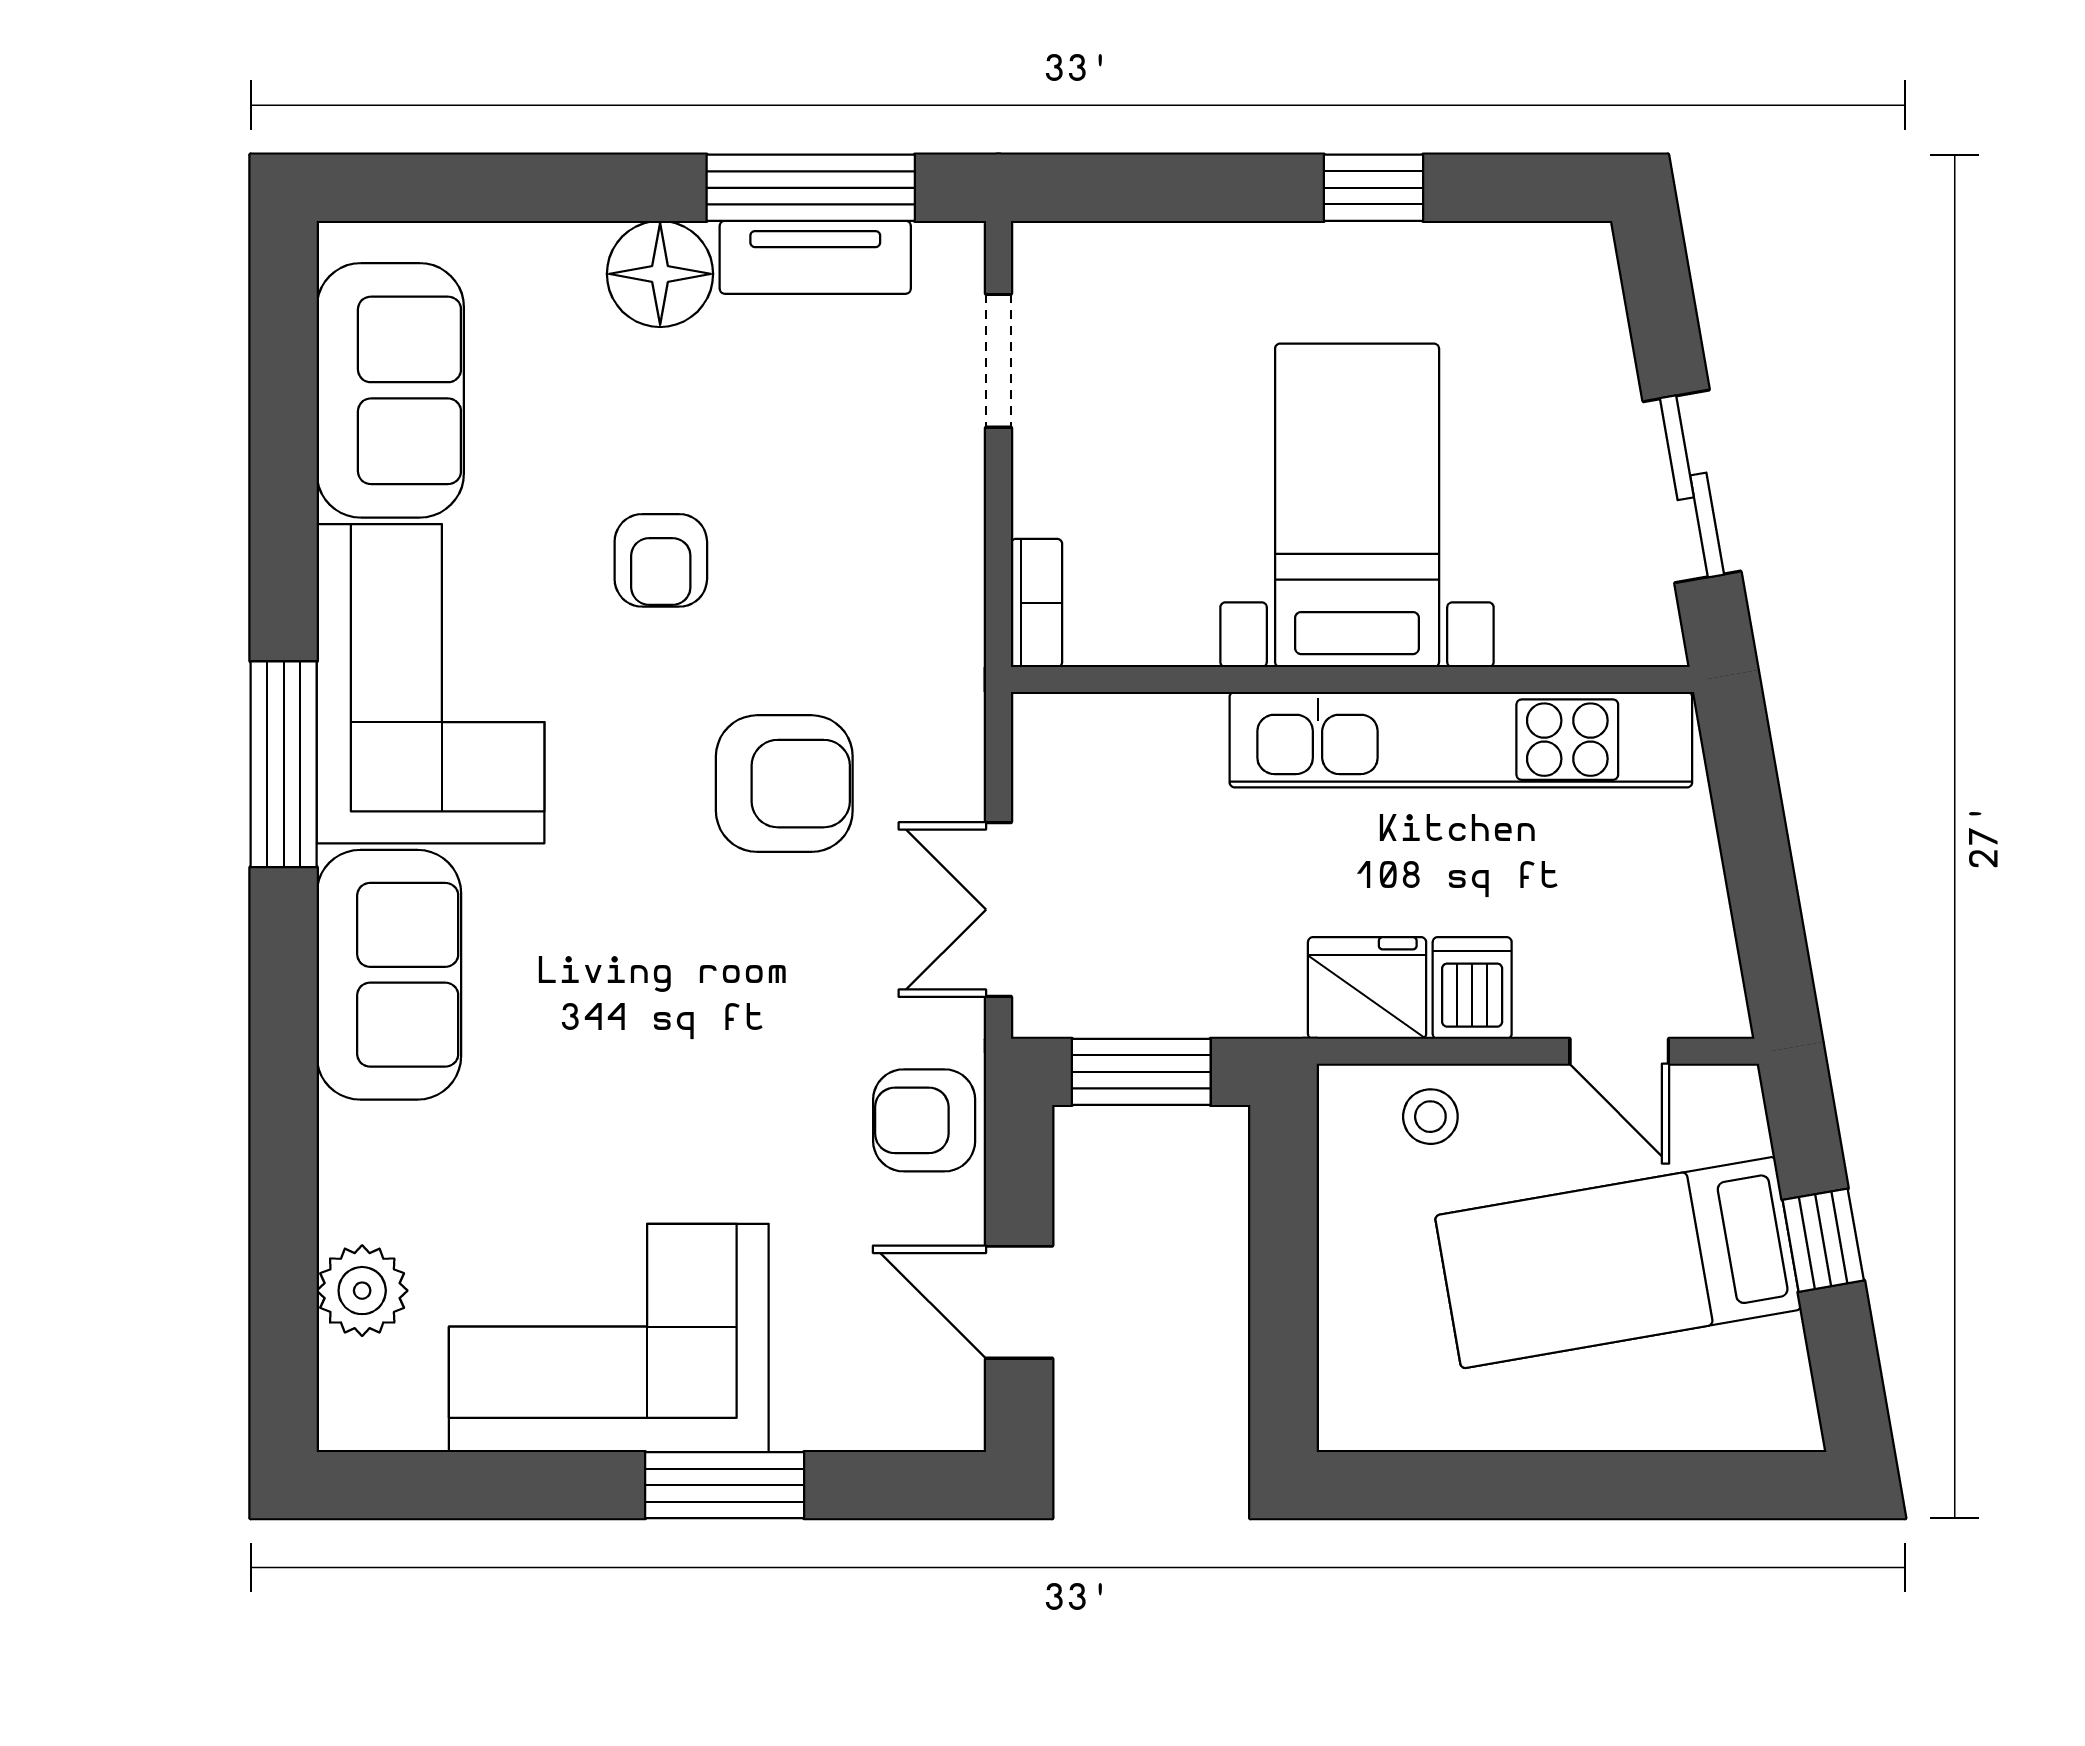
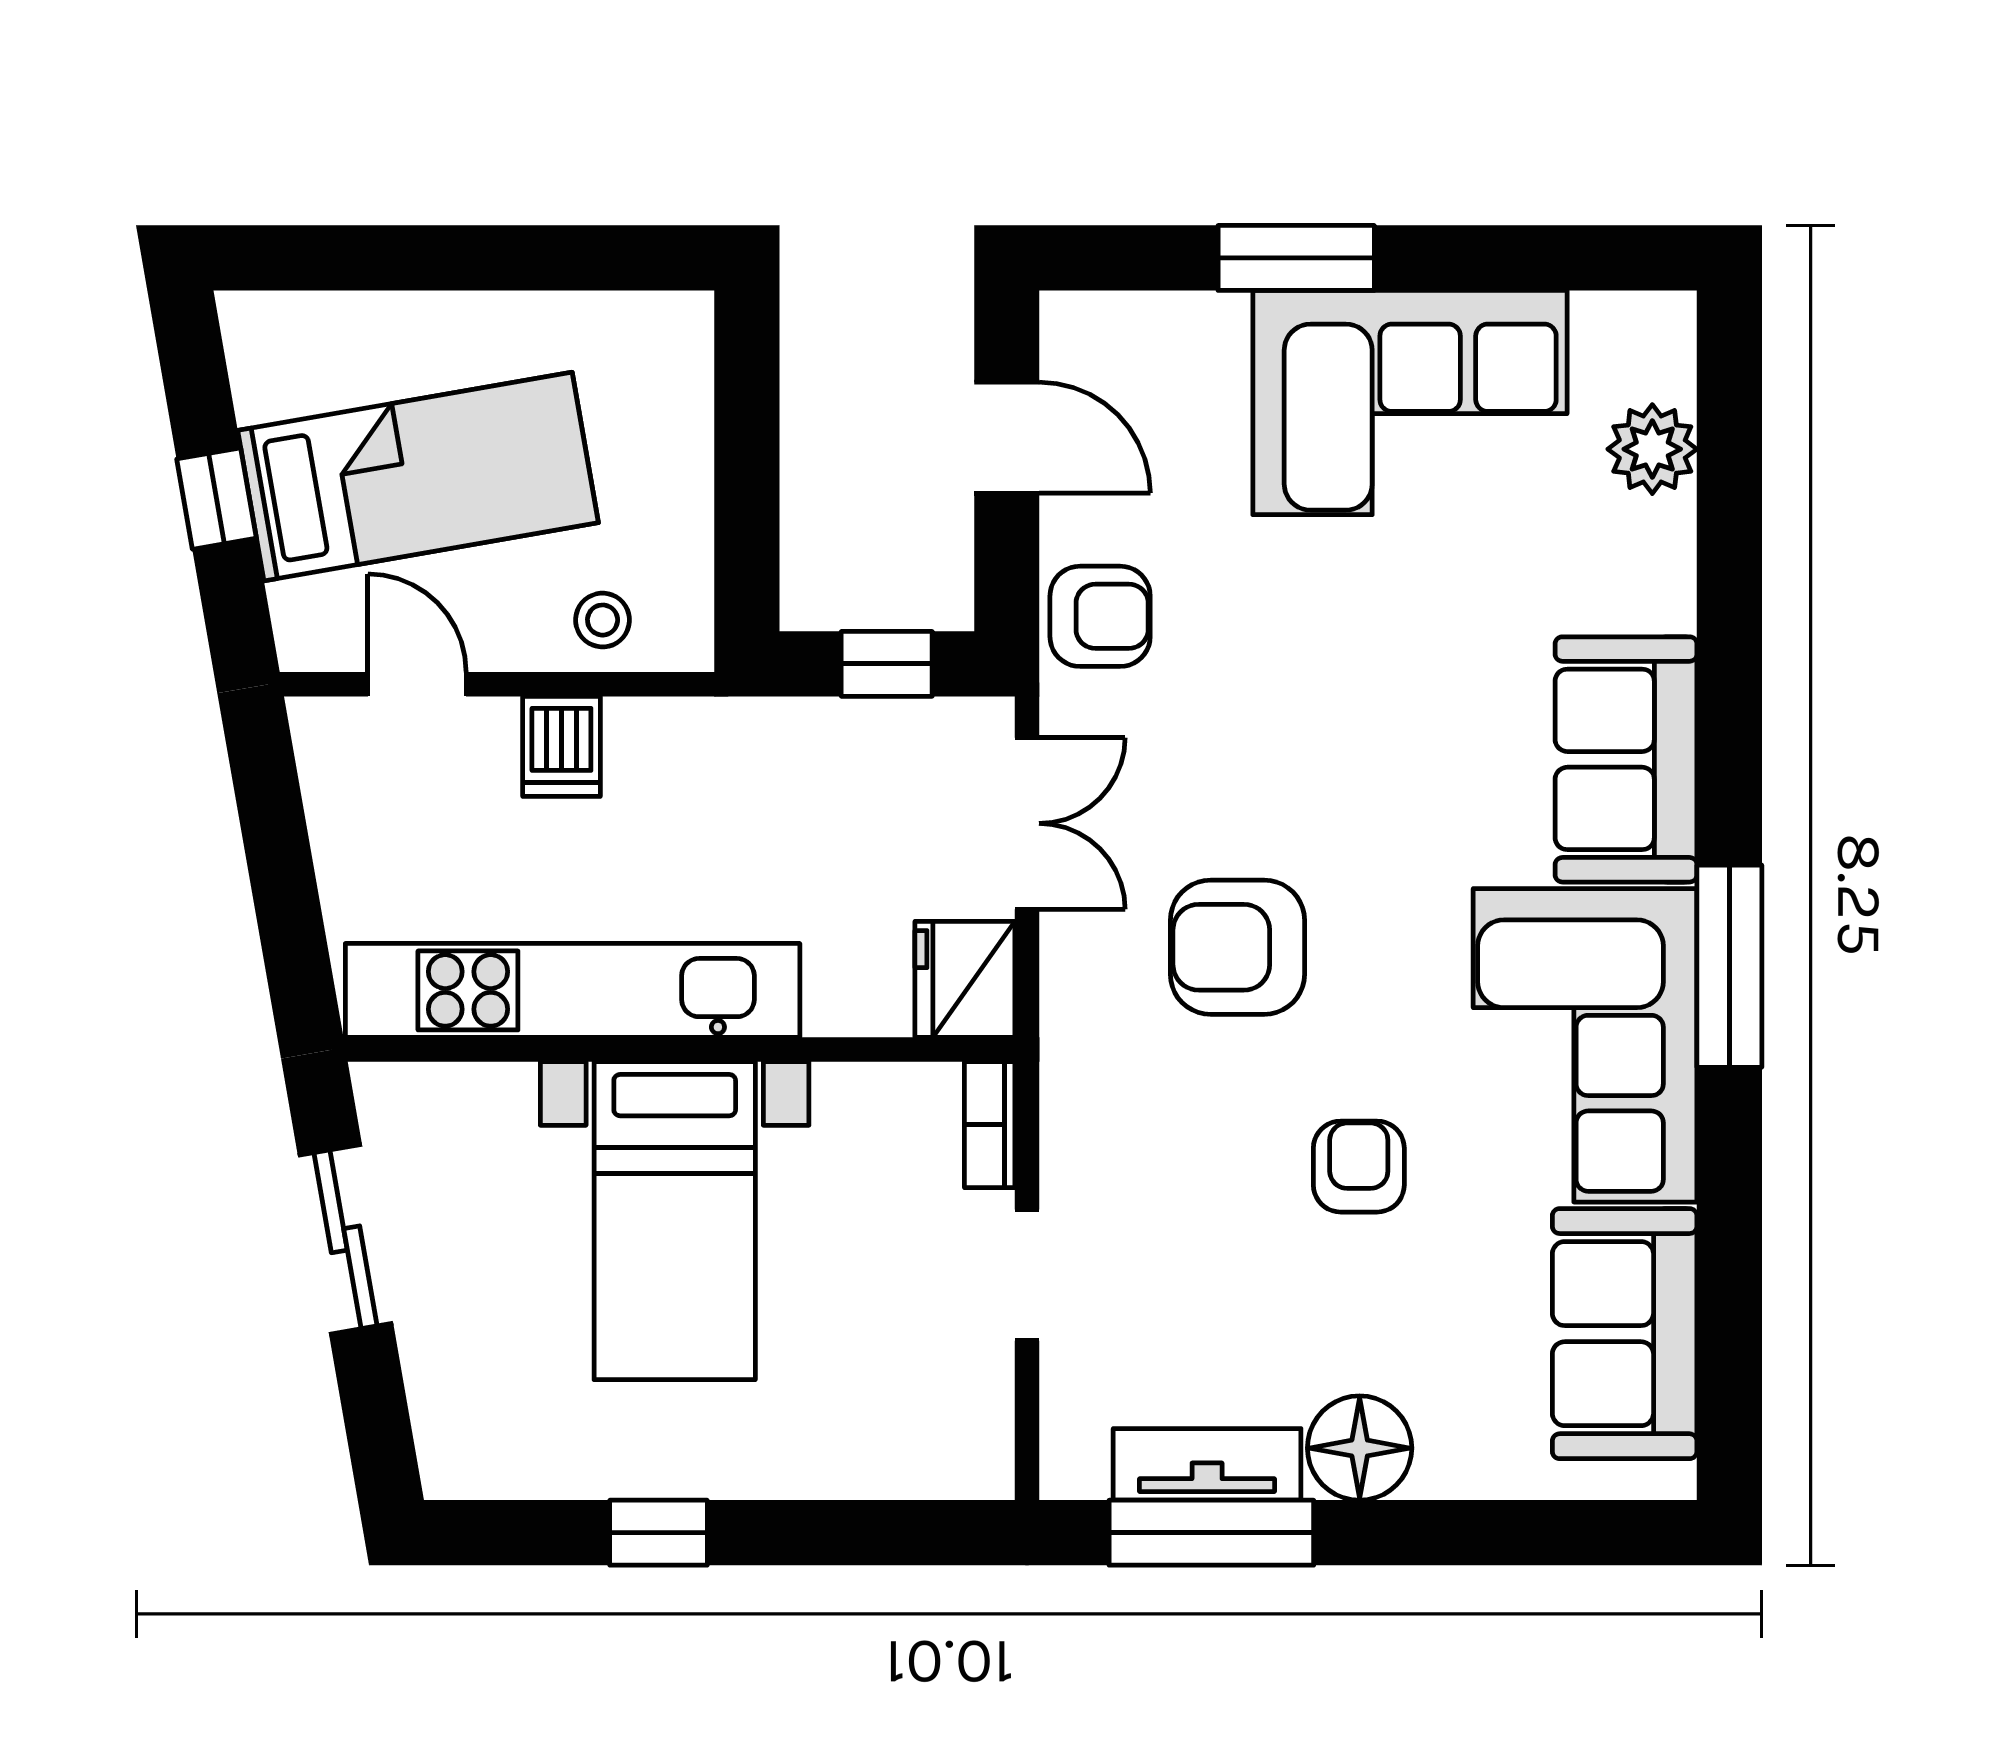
doorway: (998, 361) -> (1027, 1275), moved
fridge: (1367, 988) -> (965, 979), moved, turned 90
window: (1141, 1072) -> (887, 664), width x0.67

